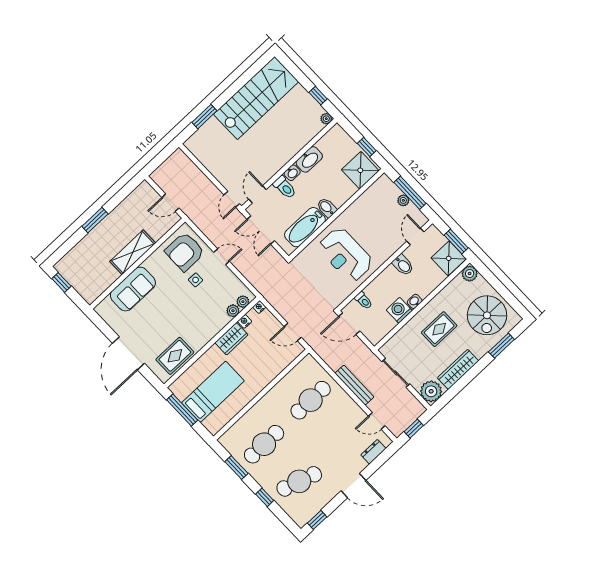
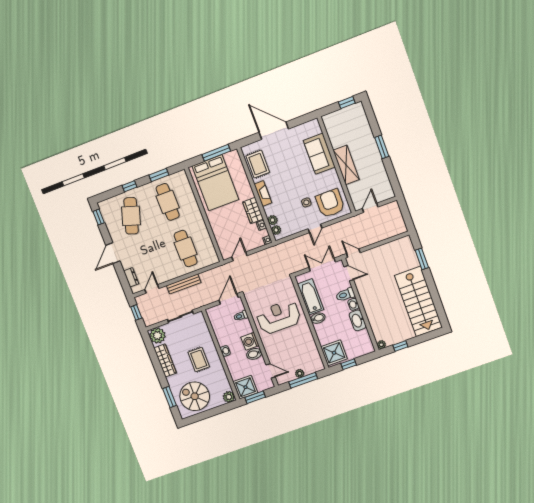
washing machine: (399, 310) -> (250, 341), moved, turned 180
fireplace: (207, 335) -> (263, 194), added
bed: (213, 392) -> (215, 183), width x1.50

